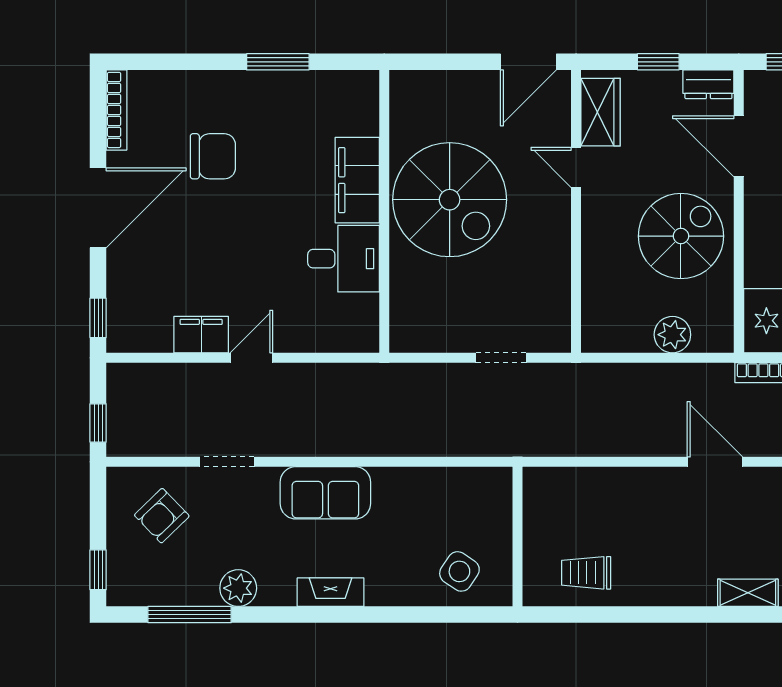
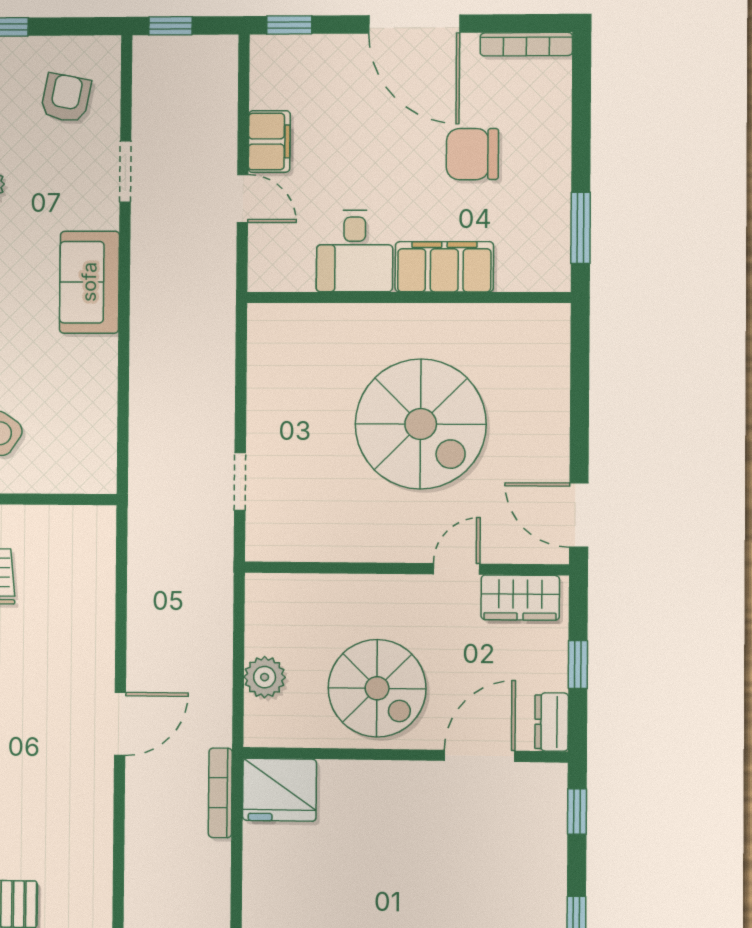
chair: (213, 156) -> (472, 154), turned 90
filing cabinet: (357, 180) -> (444, 267), moved
spiral stairs: (450, 200) -> (421, 424), turned -90
wall: (384, 211) -> (408, 298), moved
desk: (344, 259) -> (355, 251), moved
armchair: (162, 516) -> (66, 98), turned 55

